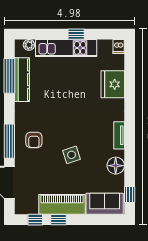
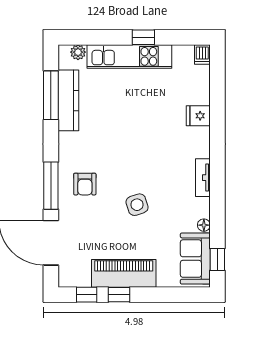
fridge: (113, 84) -> (198, 116), width x0.53, depth x0.75
floor lamp: (116, 166) -> (204, 225), width x0.53, depth x0.53
sofa: (105, 204) -> (195, 259), moved, turned -90

